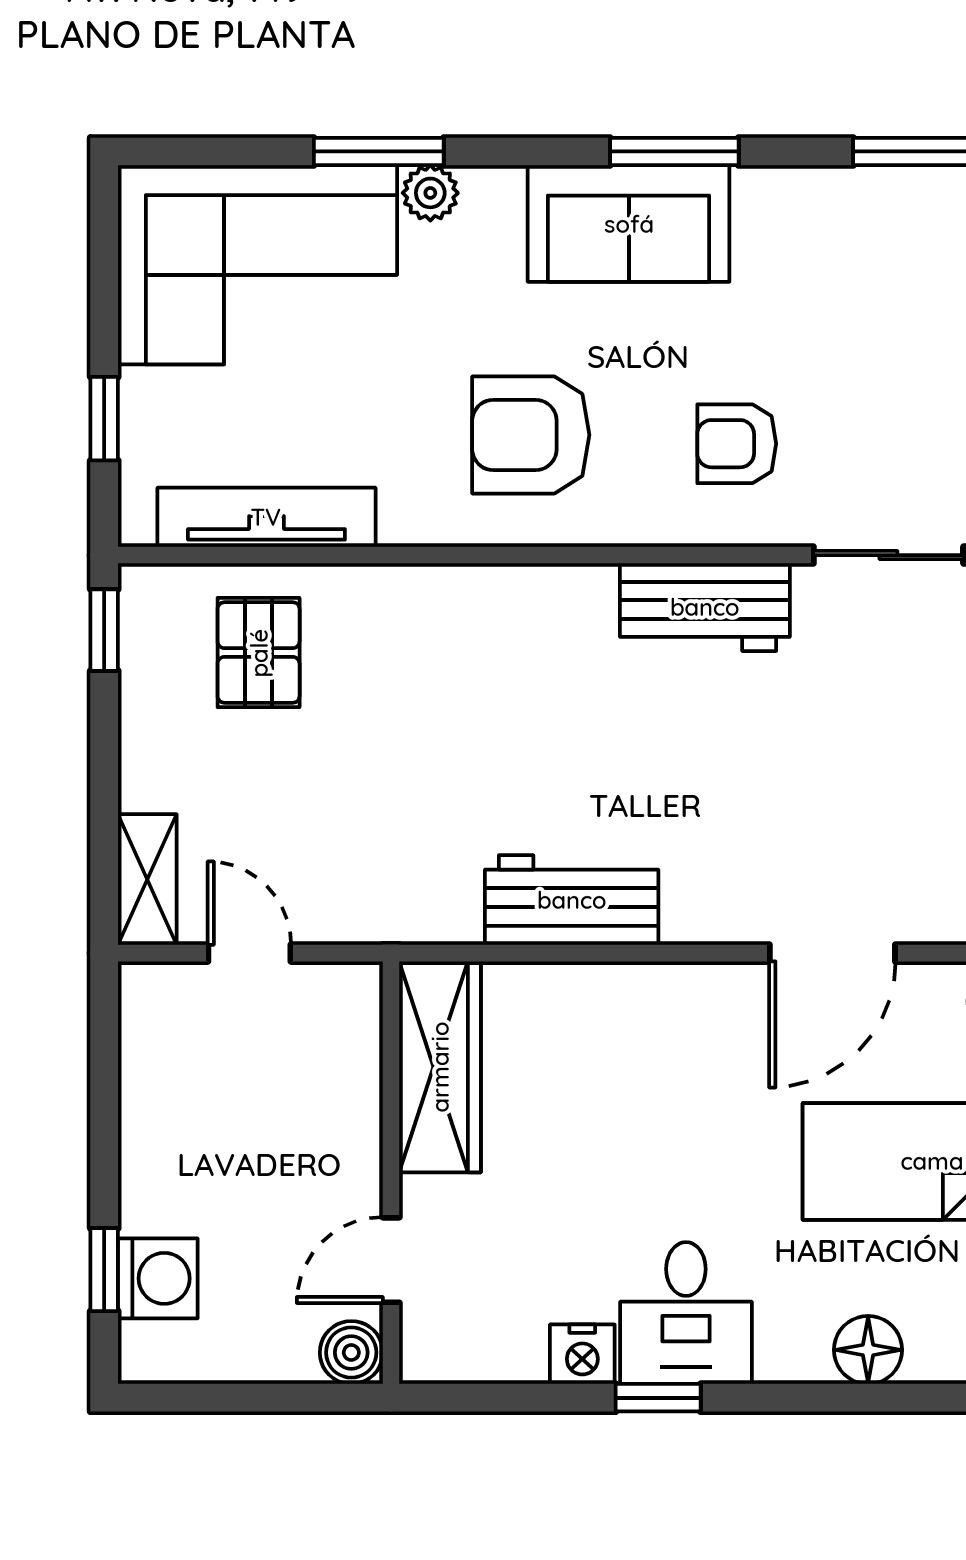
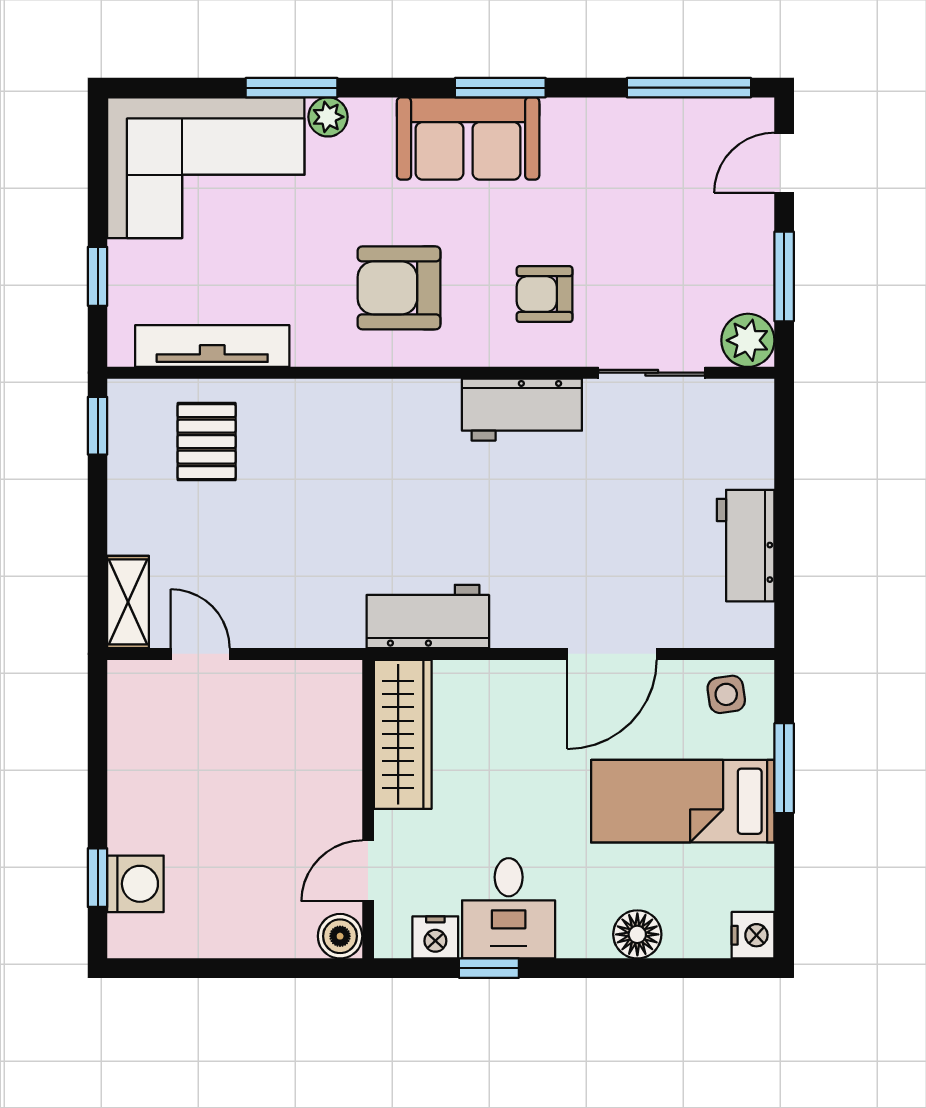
wardrobe: (440, 1067) -> (403, 734), moved
wall: (391, 1173) -> (368, 809), moved
door: (391, 1260) -> (368, 871), moved
boiler: (351, 1353) -> (340, 936), moved

